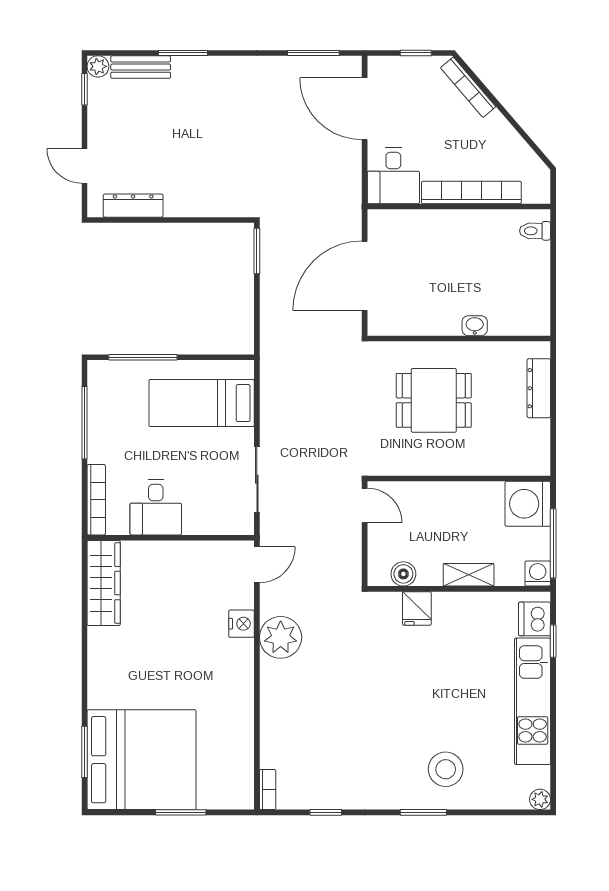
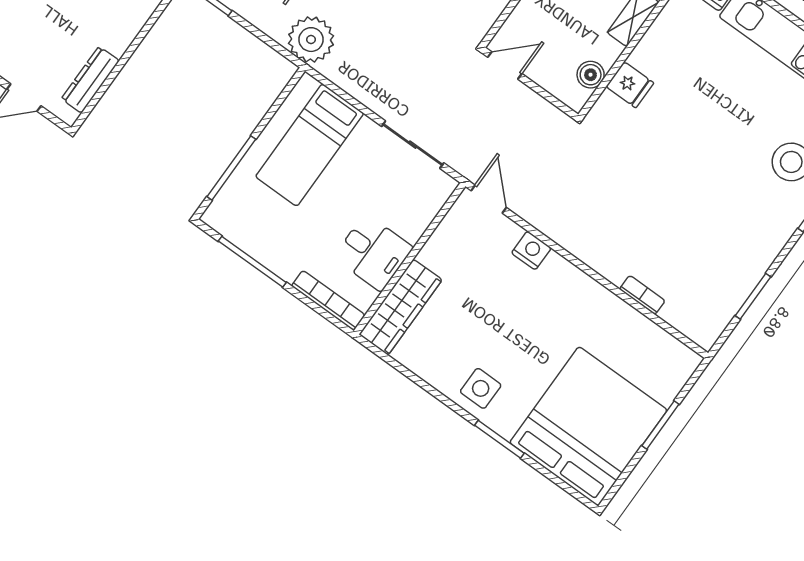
wardrobe: (104, 583) -> (401, 307), moved, turned 90
plant: (281, 637) -> (311, 40), moved
side table: (112, 660) -> (481, 388), added
window: (84, 752) -> (499, 439), moved
bookcase: (268, 790) -> (642, 295), moved
window: (326, 812) -> (753, 296), width x1.50

